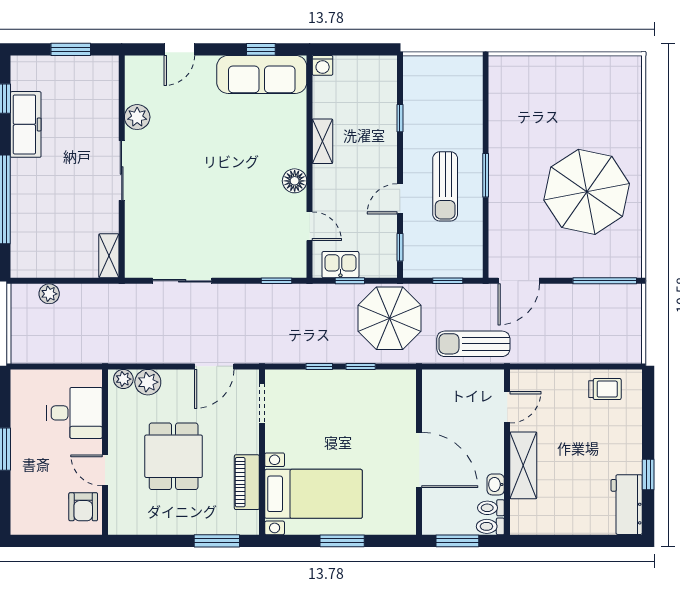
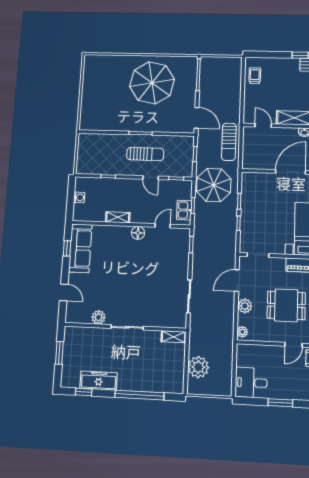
washing machine: (323, 65) -> (79, 197), moved
plant: (49, 294) -> (198, 367), width x1.88, depth x1.88
door: (214, 366) -> (237, 281), swing flipped
plant: (148, 382) -> (245, 306), moved
desk: (74, 413) -> (251, 383), moved, turned -90

